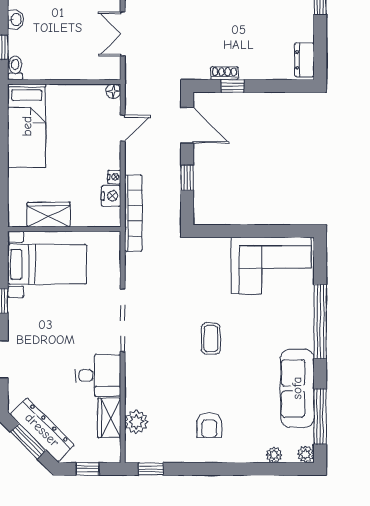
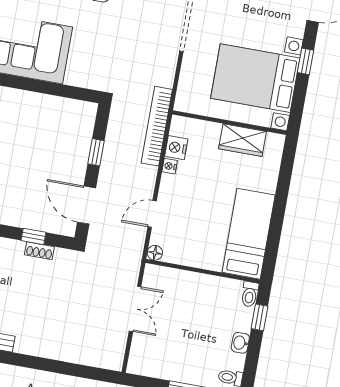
bed with nightstands: (47, 264) -> (255, 78), width x1.36

